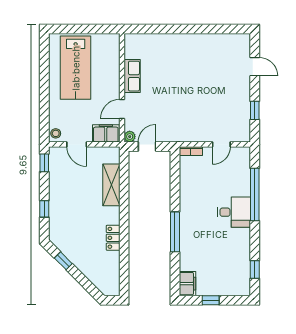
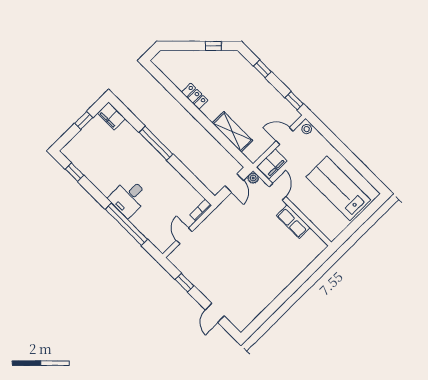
door: (255, 67) -> (215, 313), hinge flipped

